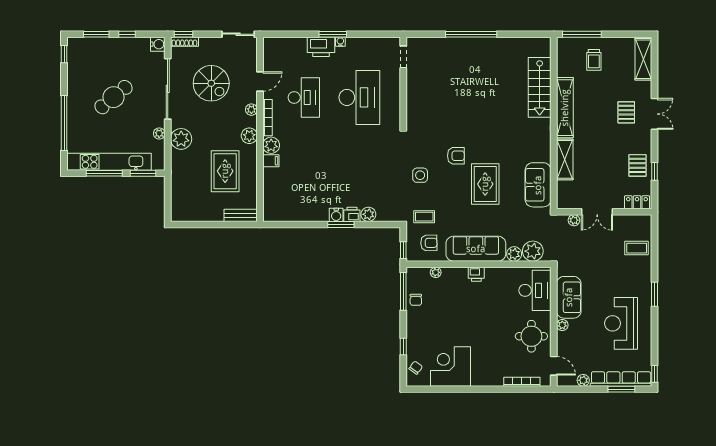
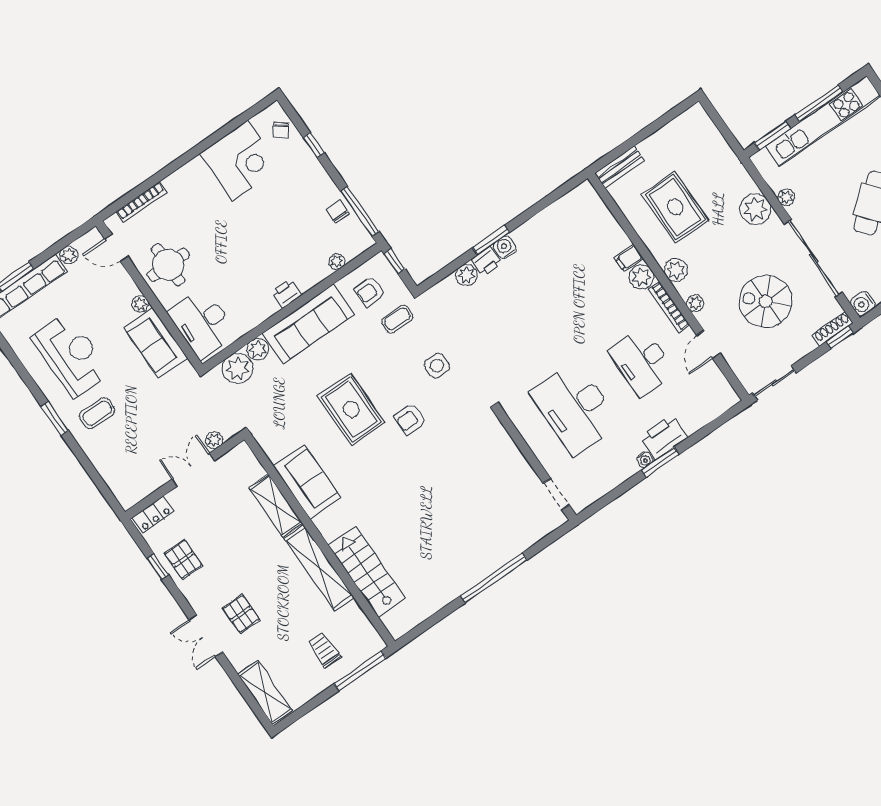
sofa: (538, 185) -> (307, 482), moved
coffee table: (637, 248) -> (97, 413), moved

